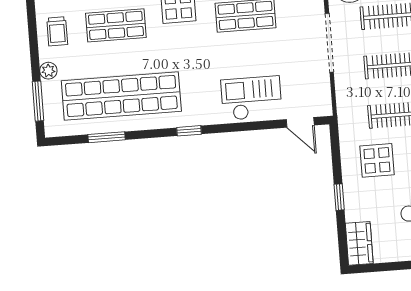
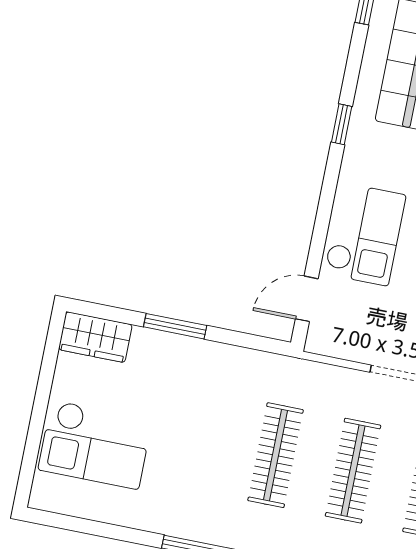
display table: (377, 160) -> (215, 400), removed
window: (339, 197) -> (175, 326), width x1.50

